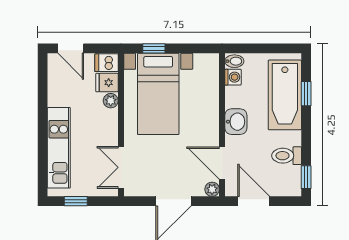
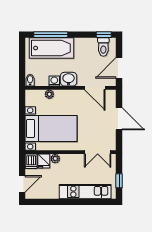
window: (154, 48) -> (22, 131), removed
washing machine: (233, 77) -> (54, 81), moved
window: (306, 94) -> (51, 35), width x2.17
toilet: (287, 156) -> (103, 47), moved
door: (222, 163) -> (95, 88), hinge flipped
plant: (212, 189) -> (49, 94), moved

